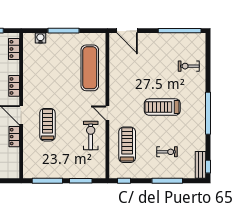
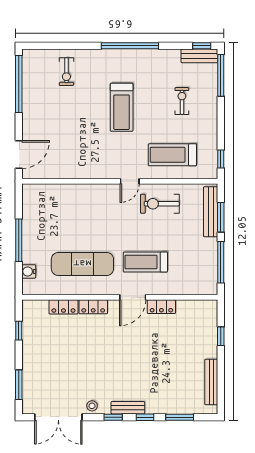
locker: (14, 49) -> (63, 307), moved
exercise mat: (90, 68) -> (82, 264), moved
bench: (85, 173) -> (211, 212), added
window: (167, 181) -> (221, 75), moved

